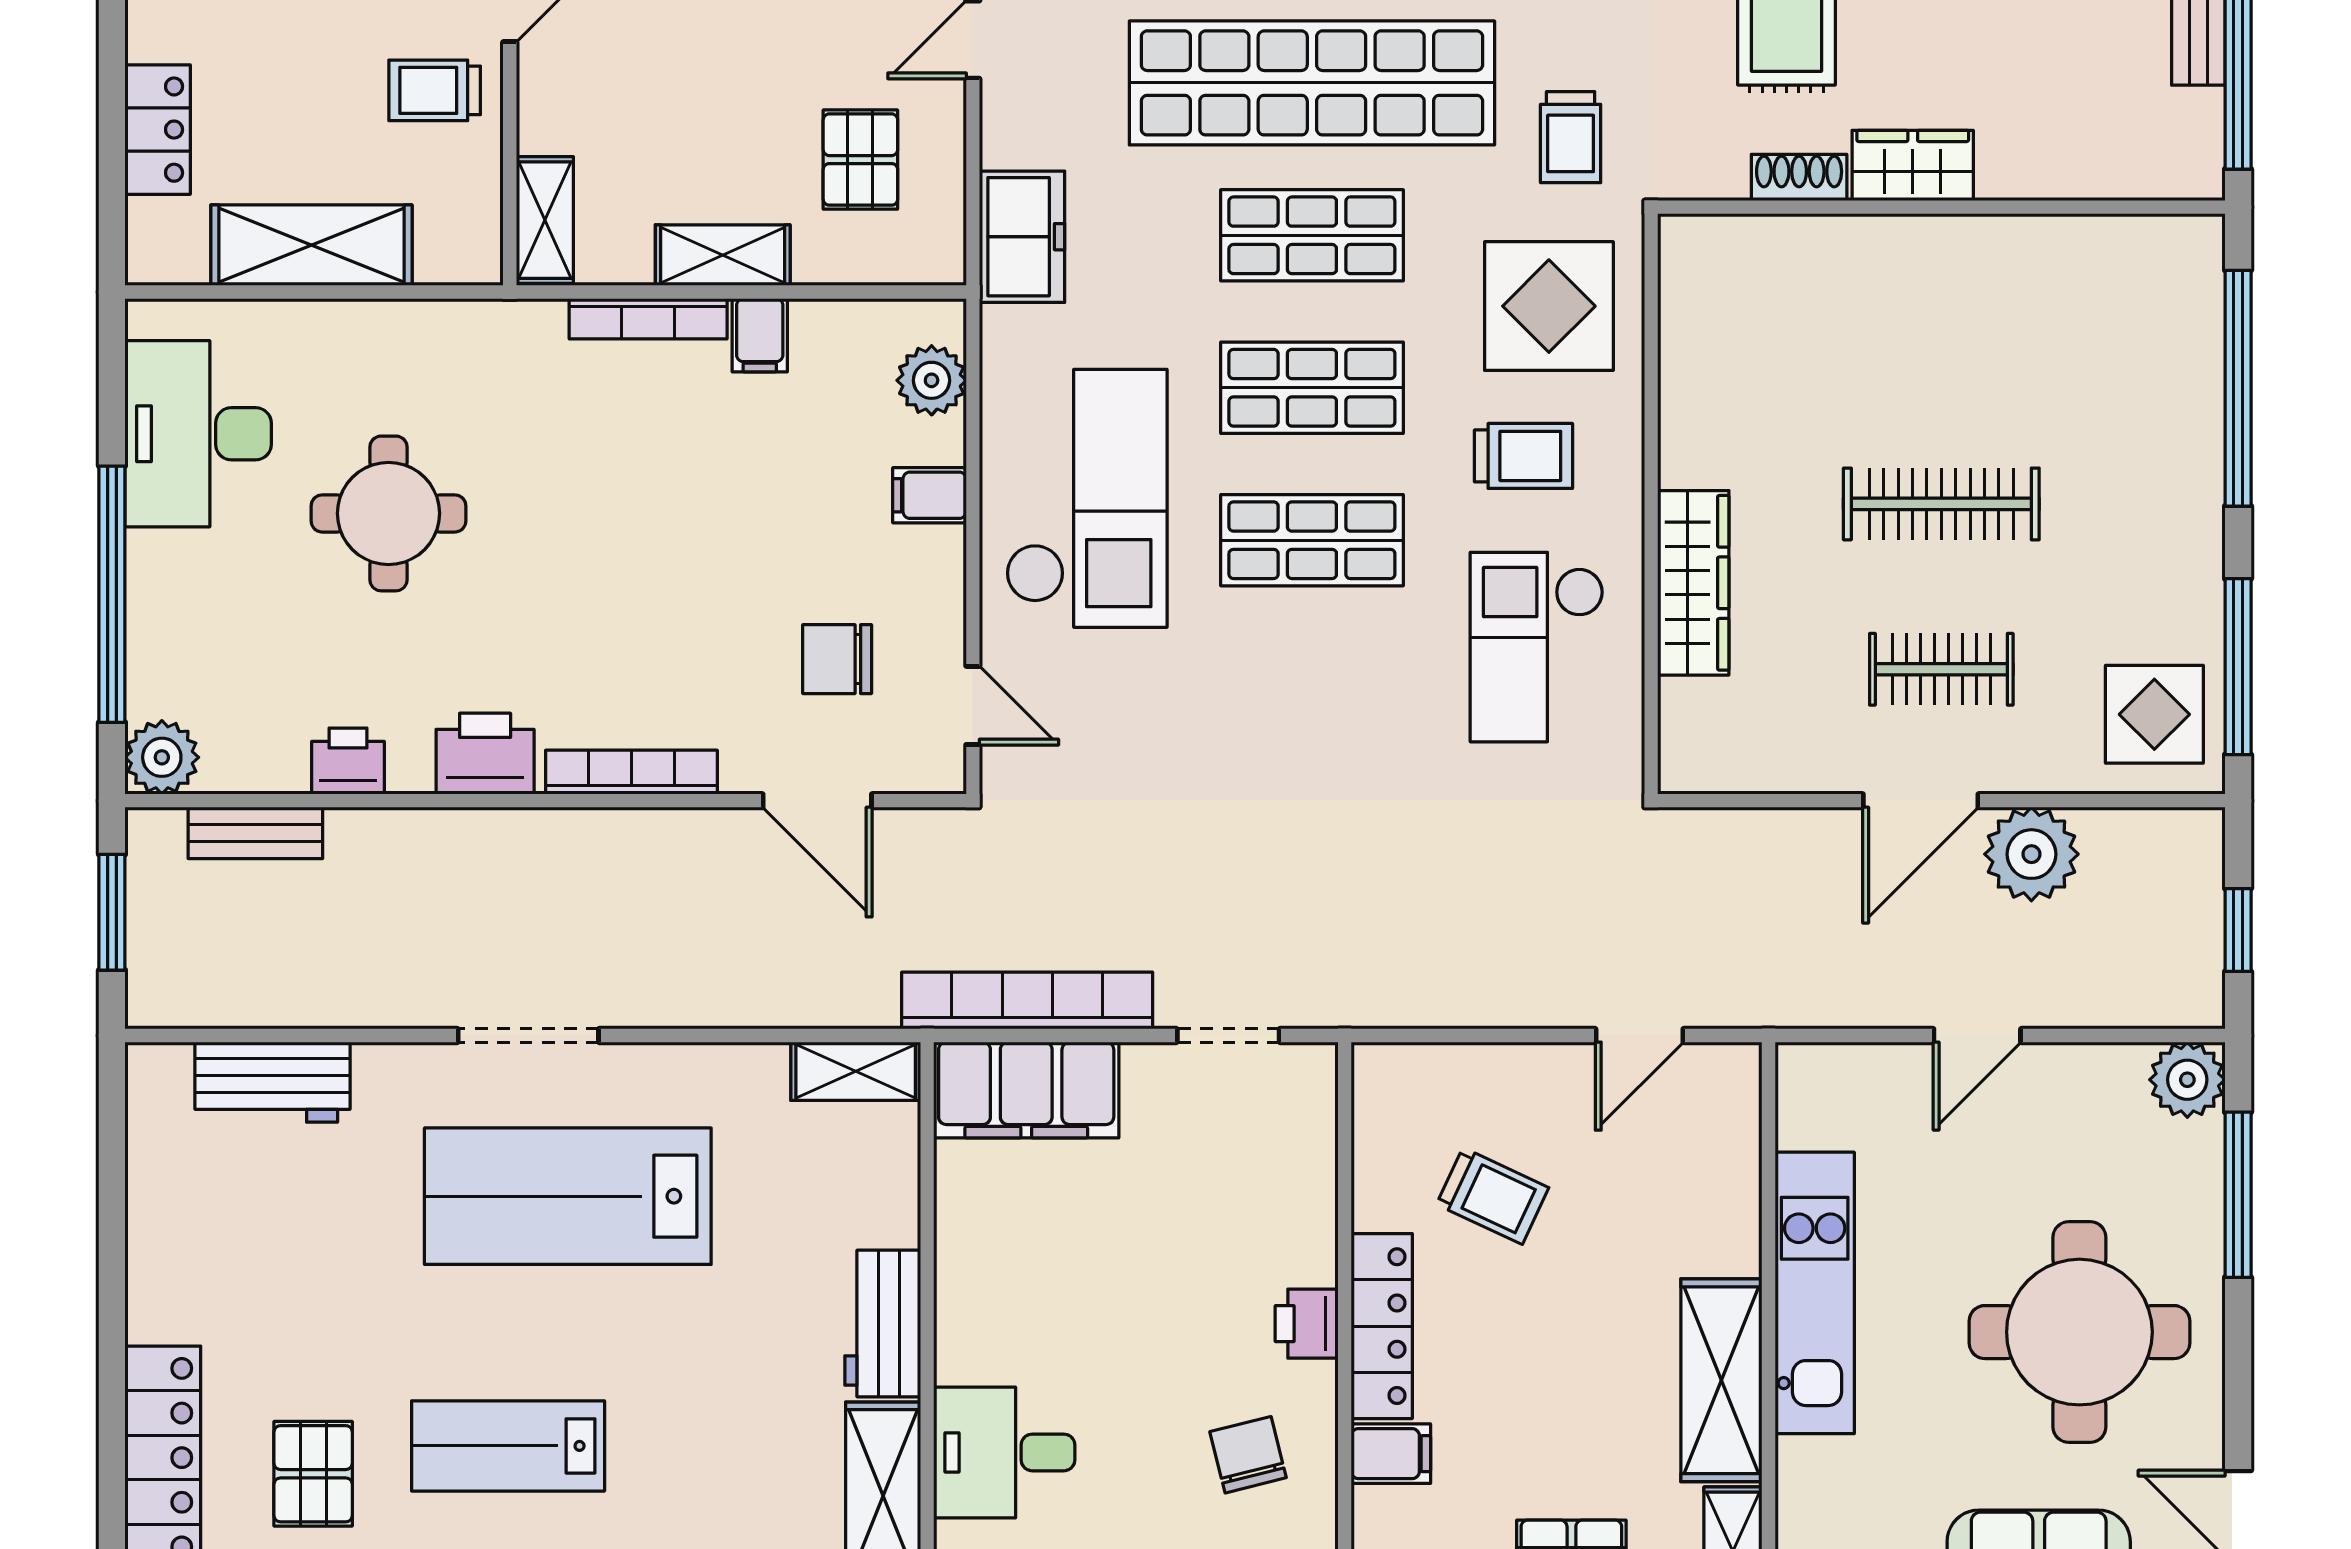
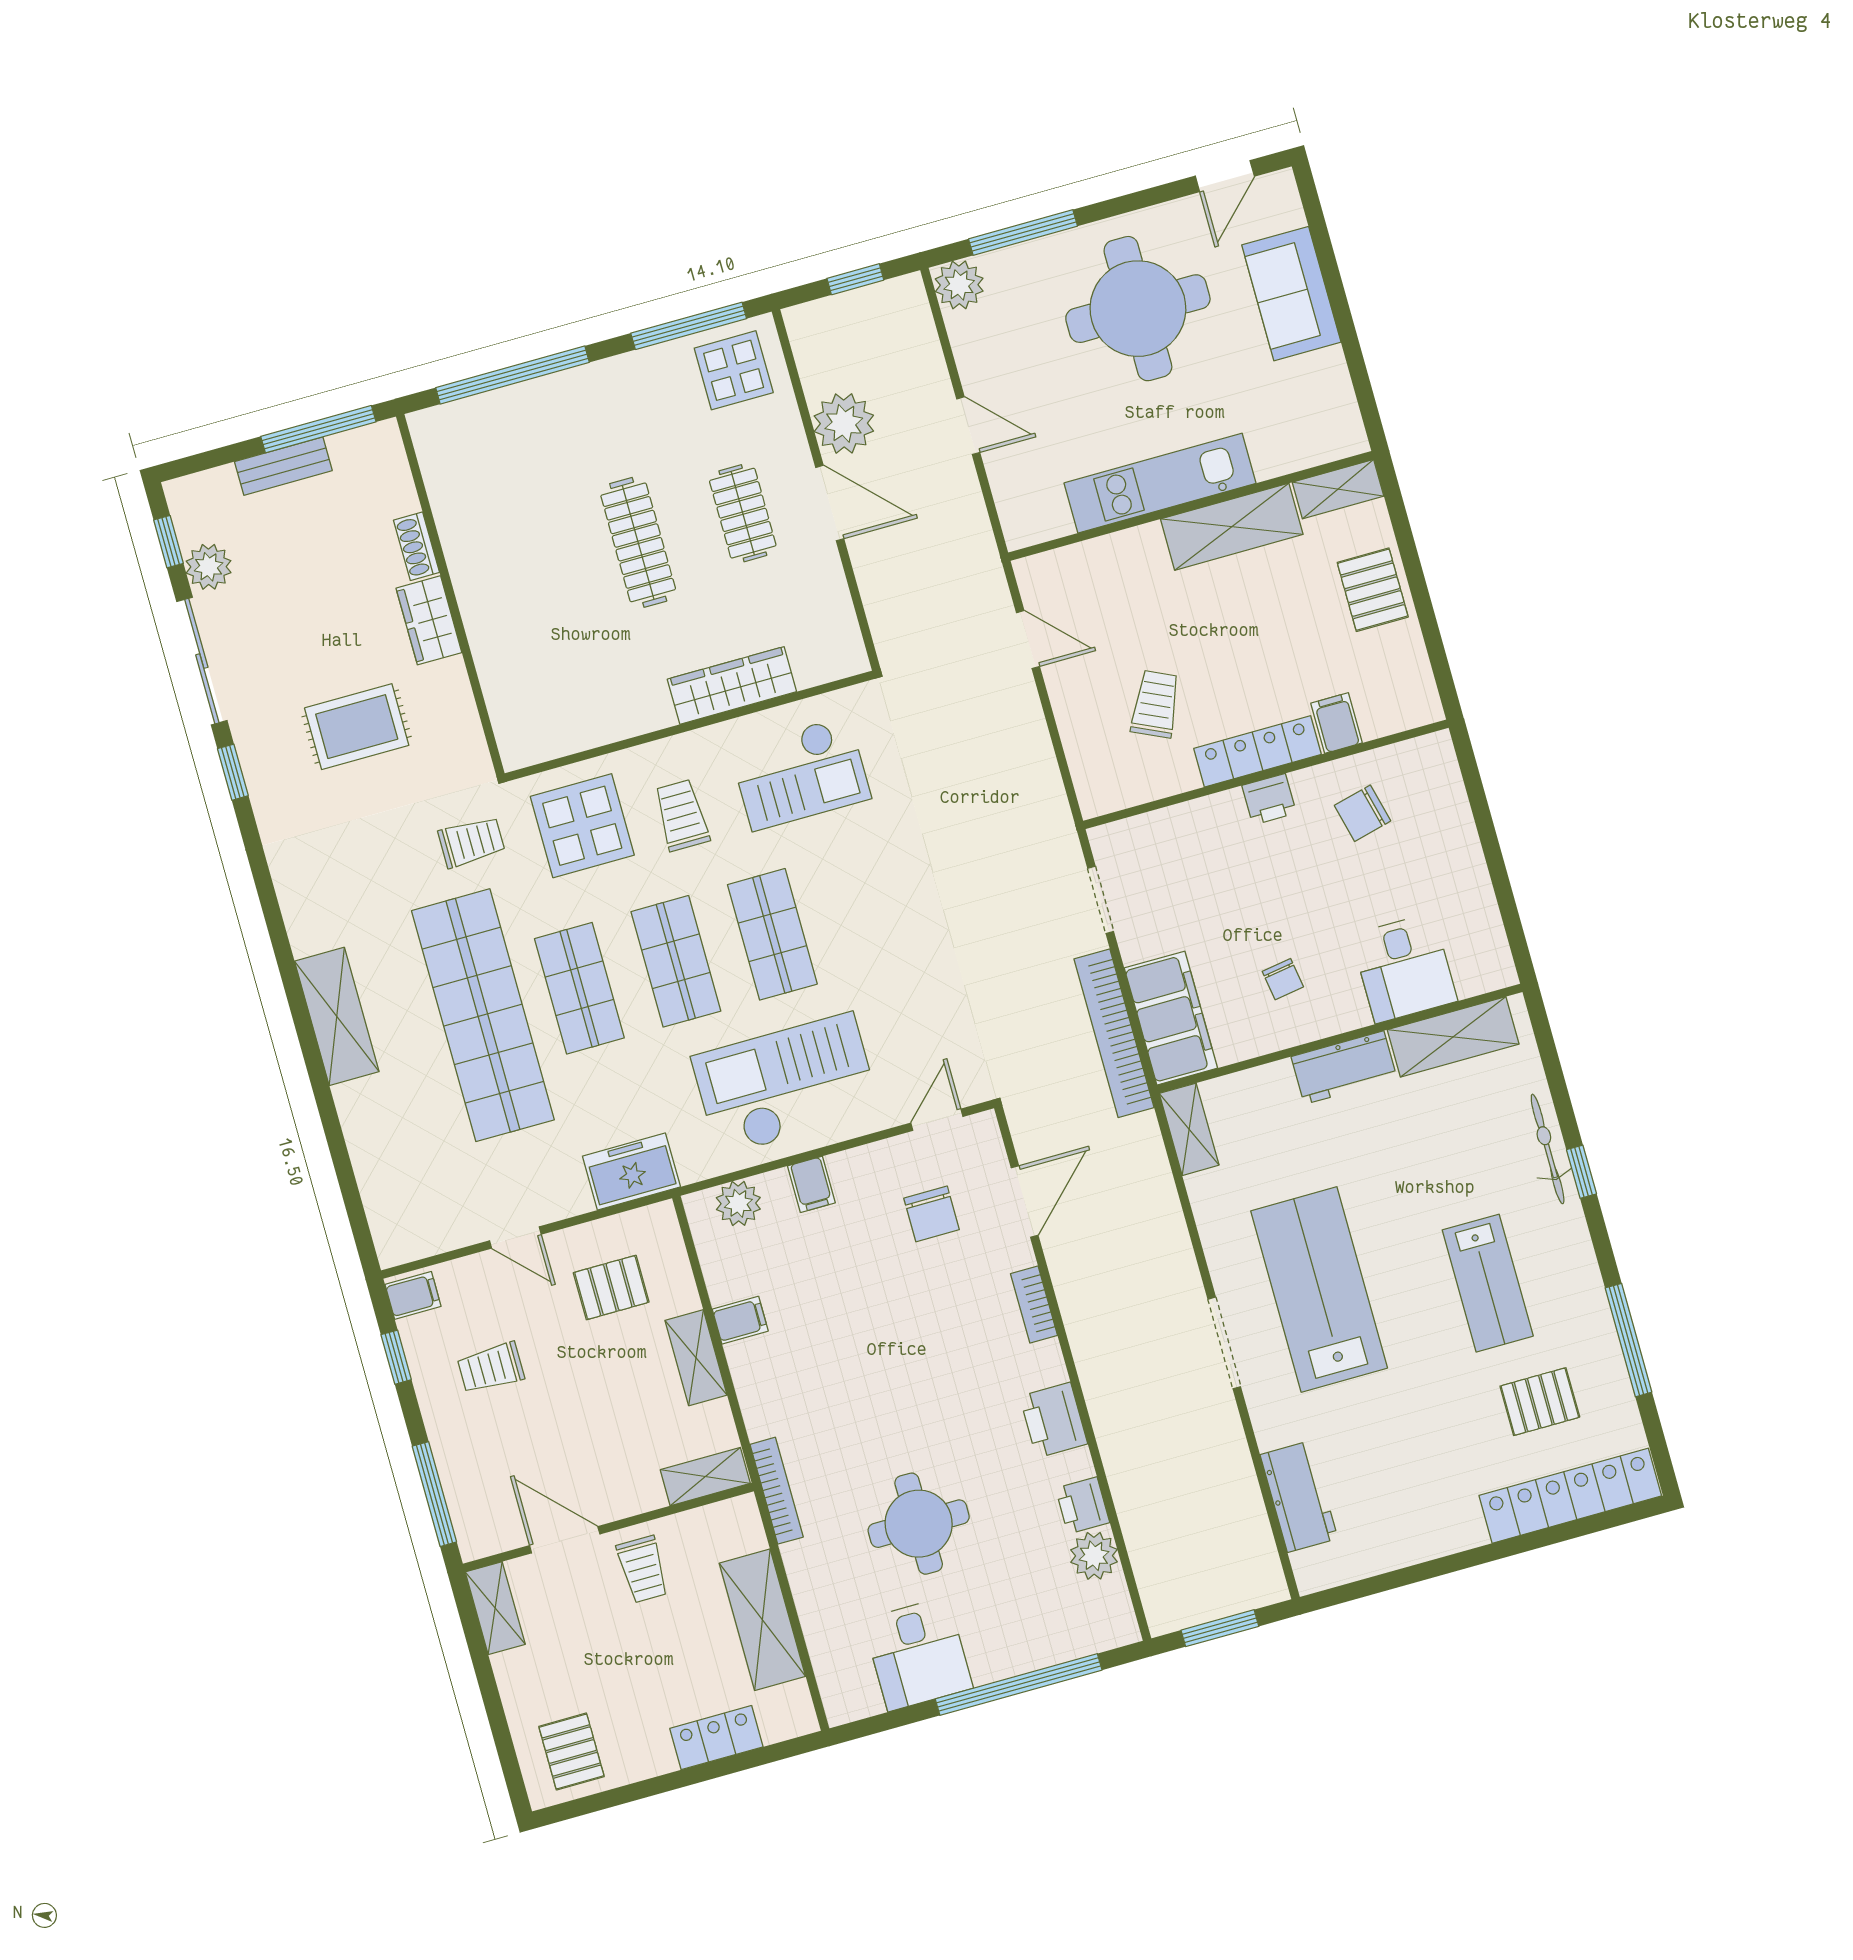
shoe rack: (1799, 177) -> (416, 546), moved
bookcase: (648, 319) -> (777, 1491), moved
desk: (198, 434) -> (918, 1654), width x0.73
plant: (162, 757) -> (1094, 1556), moved
bookcase: (631, 772) -> (1034, 1305), width x0.64
bench: (255, 833) -> (1144, 1551), removed
lab bench: (568, 1196) -> (1319, 1289), turned 180
chair: (1038, 1270) -> (1283, 979), added

